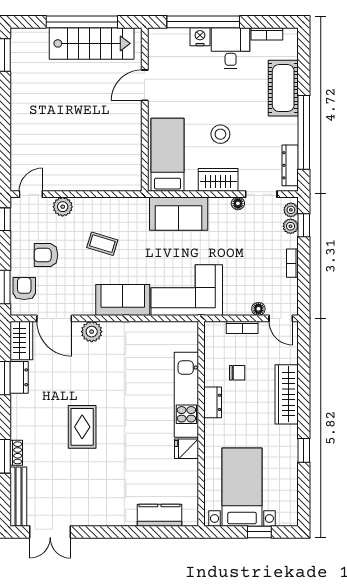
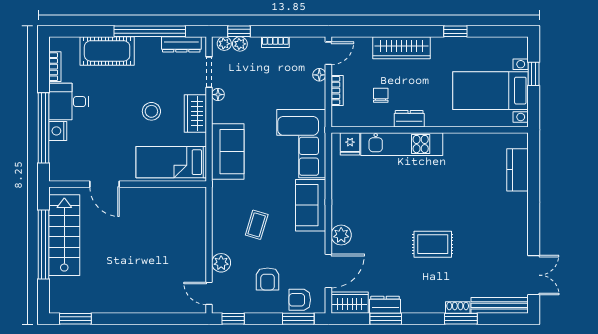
fridge: (187, 449) -> (350, 144), moved

